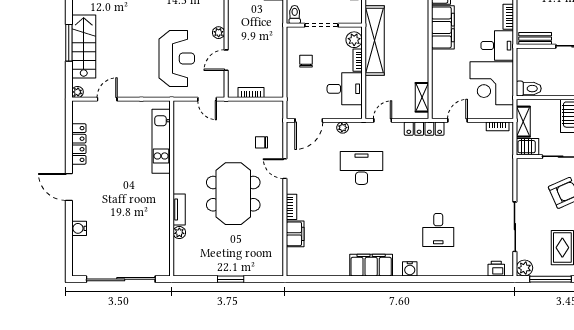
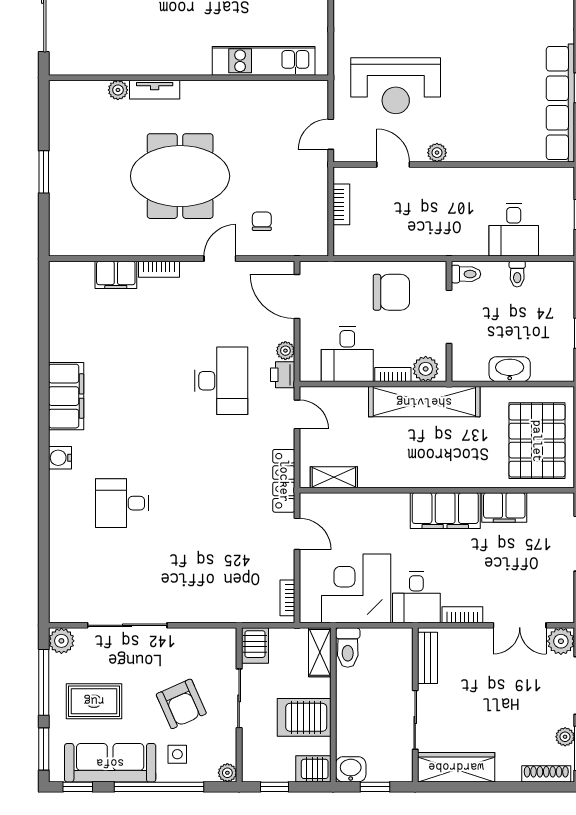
chair: (306, 61) -> (391, 292), width x1.87, depth x1.87
shelving: (523, 122) -> (320, 652), moved, turned 90
printer: (496, 269) -> (283, 375), moved, turned 180

